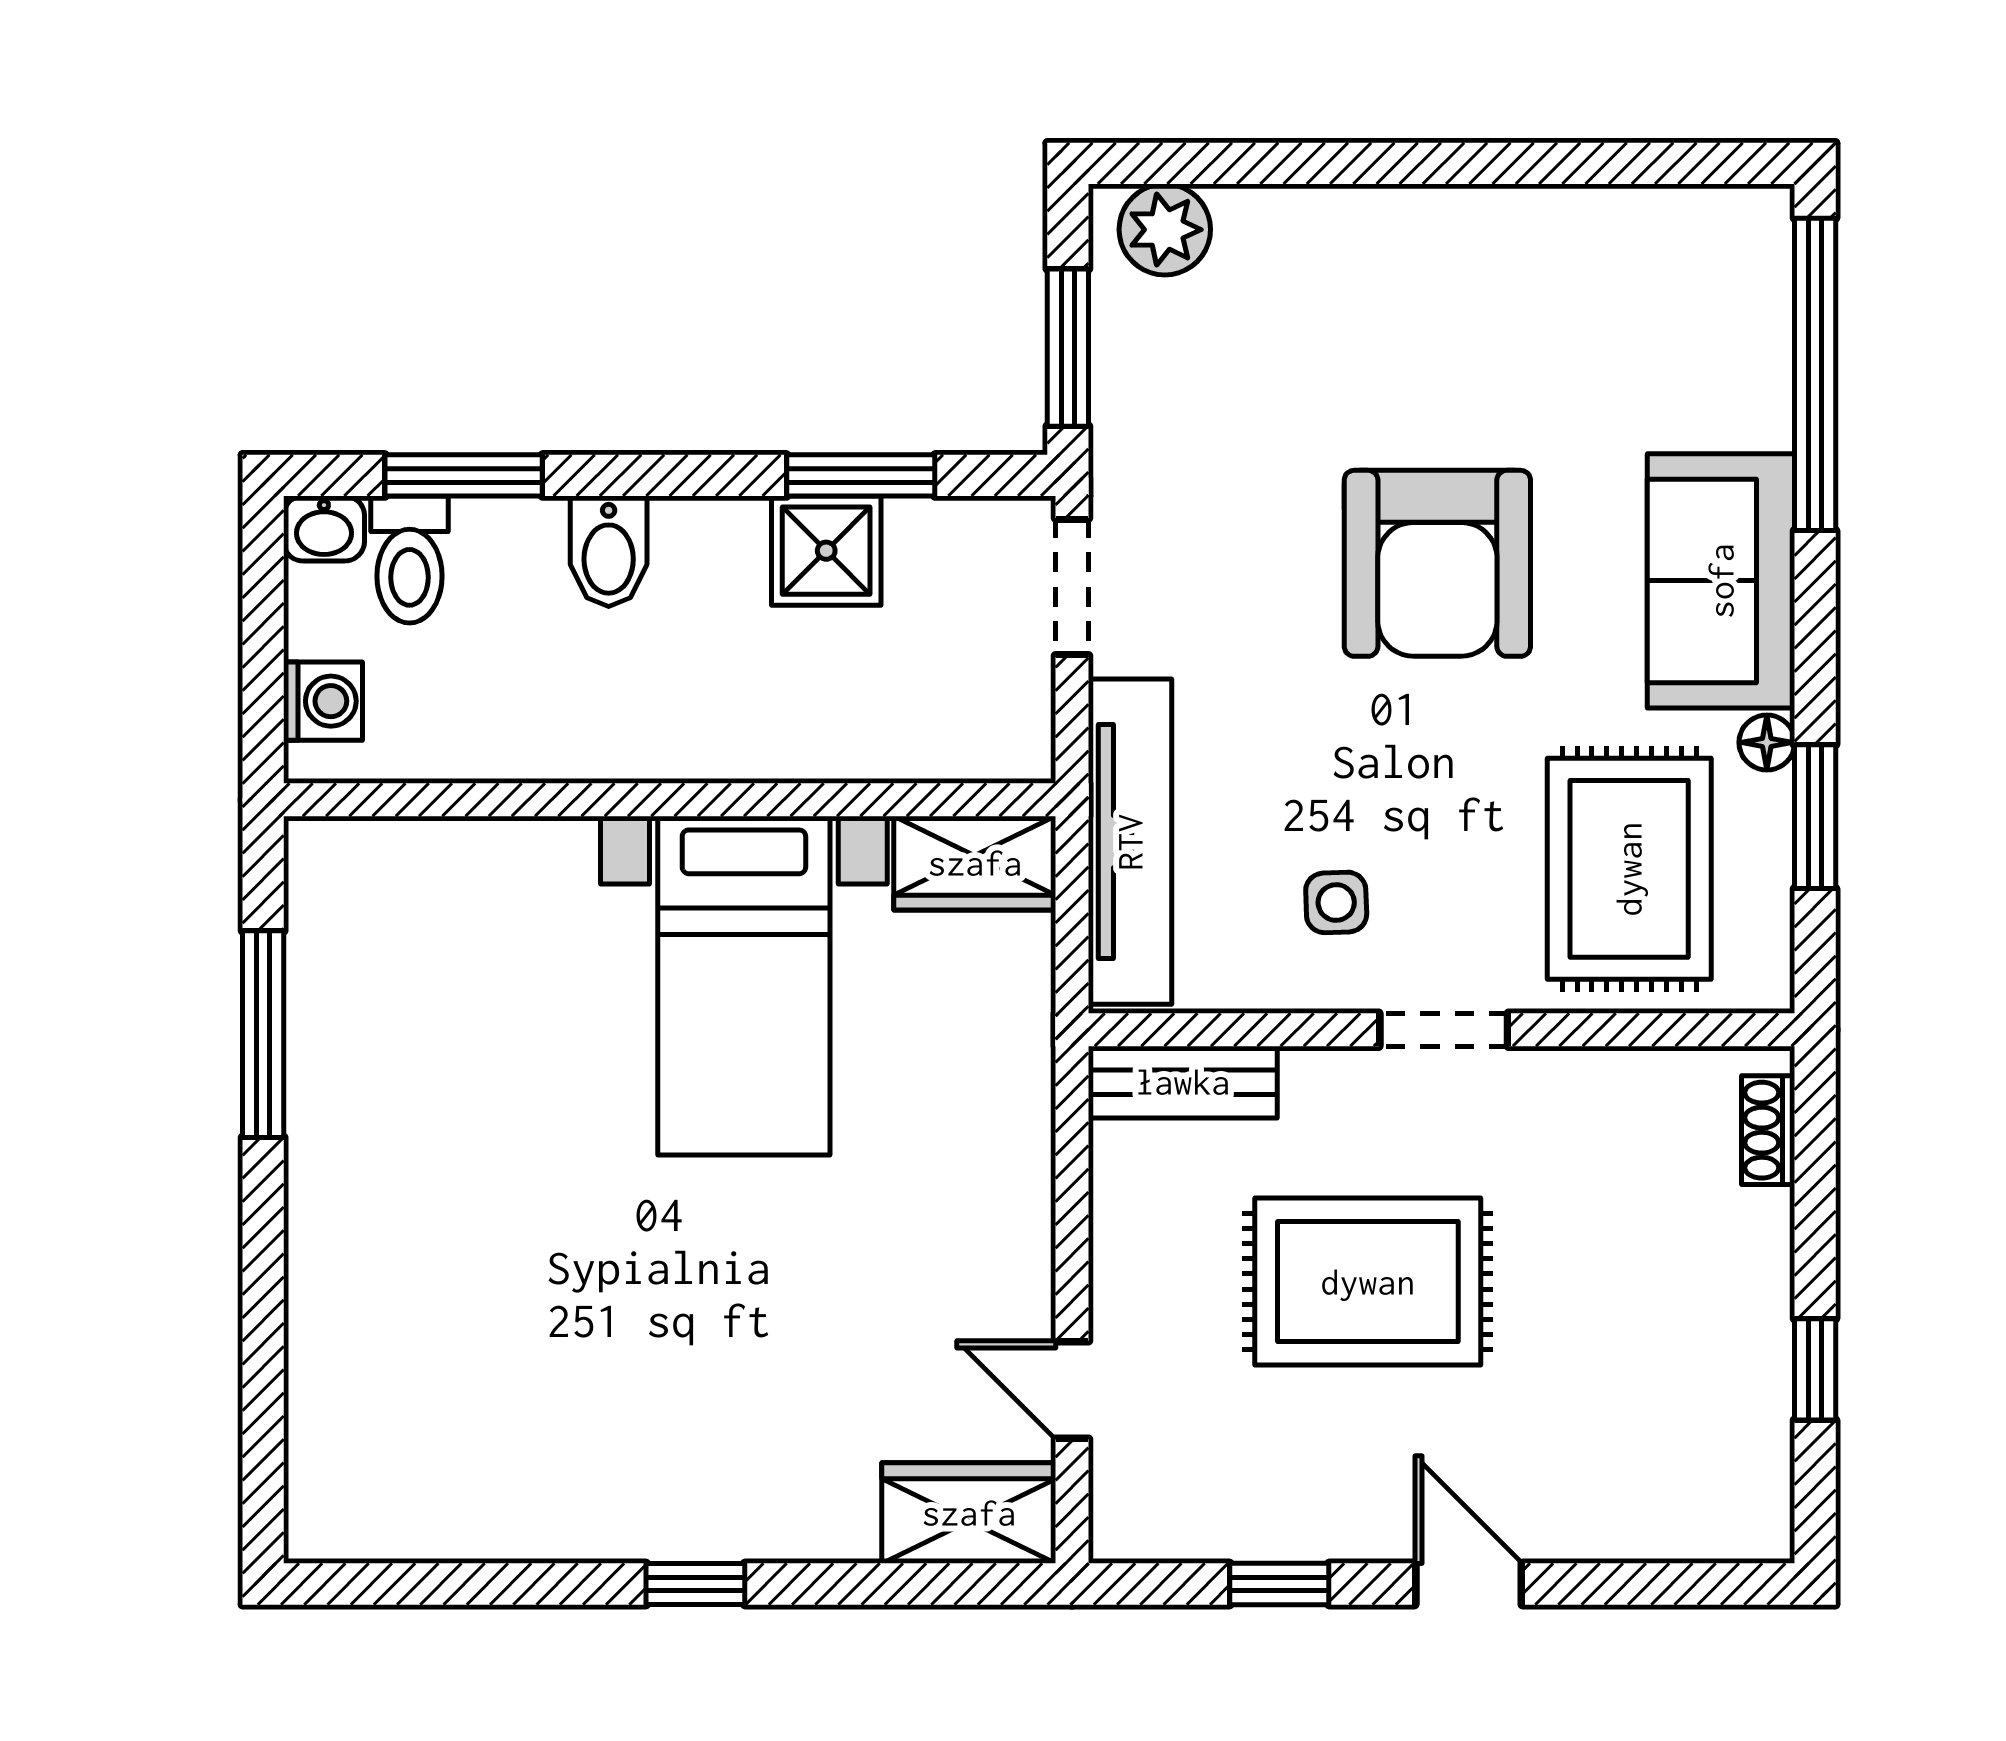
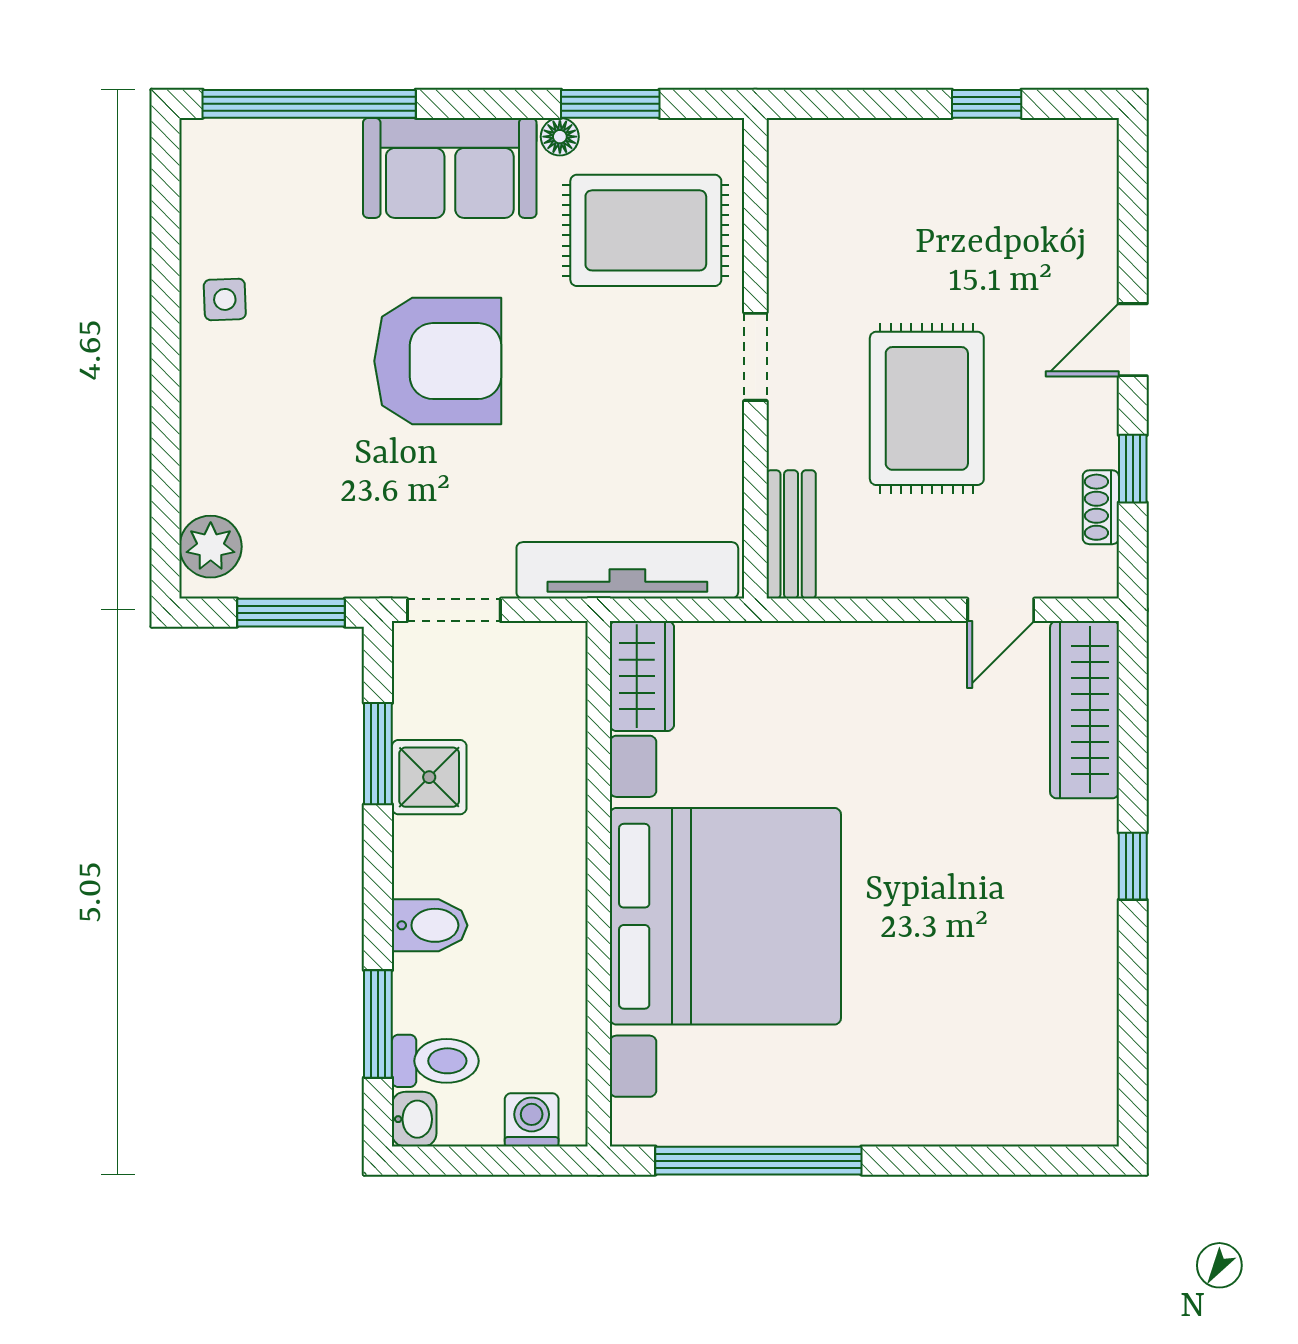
side table: (1336, 902) -> (225, 299), moved
bed with nightstands: (744, 986) -> (725, 916), width x1.85
window: (263, 1034) -> (758, 1161), width x1.46
shoe rack: (1768, 1130) -> (1101, 507), moved, turned 90
wardrobe: (969, 1513) -> (1084, 710), width x1.50

